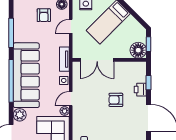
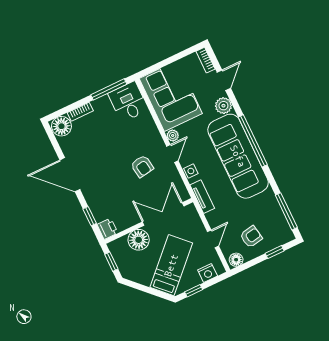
armchair: (44, 15) -> (251, 237), turned 80
window: (11, 33) -> (286, 211), moved
floor lamp: (138, 50) -> (139, 240), moved
printer: (140, 90) -> (107, 229), moved
armchair: (116, 100) -> (142, 166), moved, turned 81

